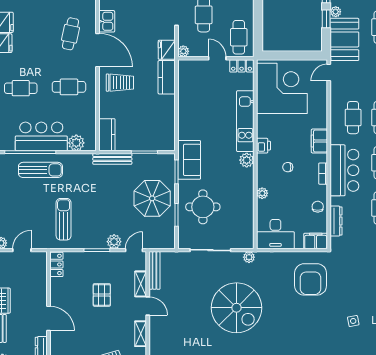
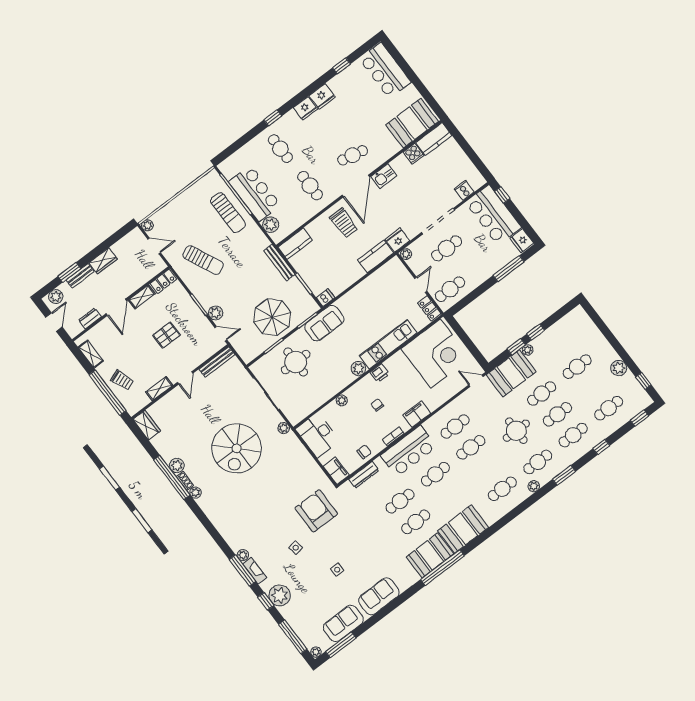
dishwasher: (169, 143) -> (326, 298), added
sun lounger: (64, 219) -> (203, 260), turned 65
armchair: (311, 279) -> (316, 511), moved, turned 90
shelving: (141, 284) -> (142, 297), moved

